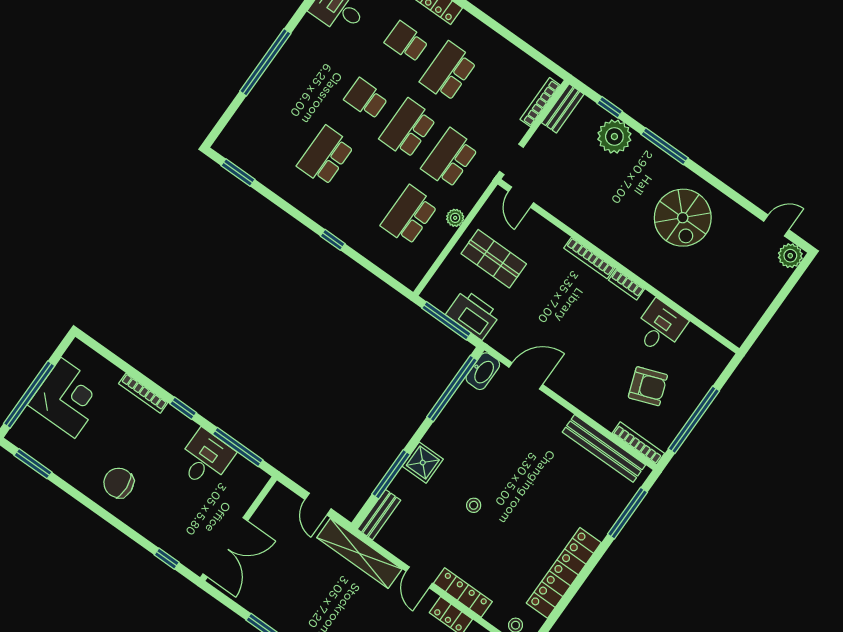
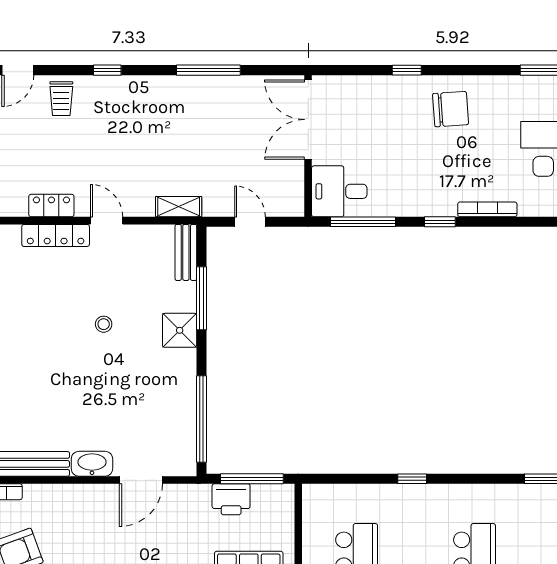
printer: (473, 314) -> (231, 499), width x0.73, depth x0.84
washbasin: (483, 371) -> (92, 464), moved, turned 90
desk: (205, 459) -> (339, 191), moved, turned 90
shelving: (359, 553) -> (179, 207), width x0.45, depth x0.75
window: (167, 559) -> (407, 70), moved

